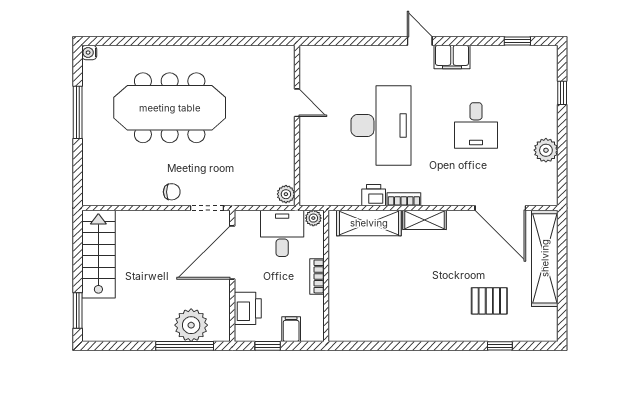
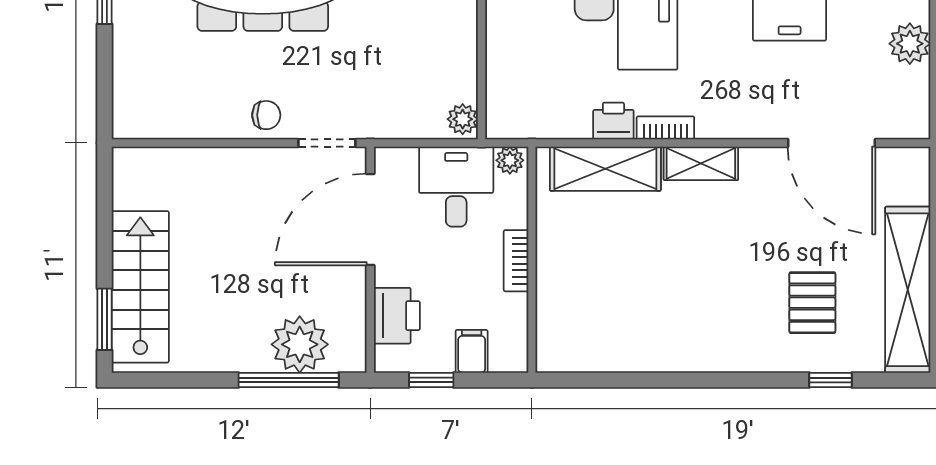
stairs: (98, 254) -> (140, 287), moved
shelving: (545, 258) -> (908, 290), moved
pallet: (489, 301) -> (812, 303), turned 90

